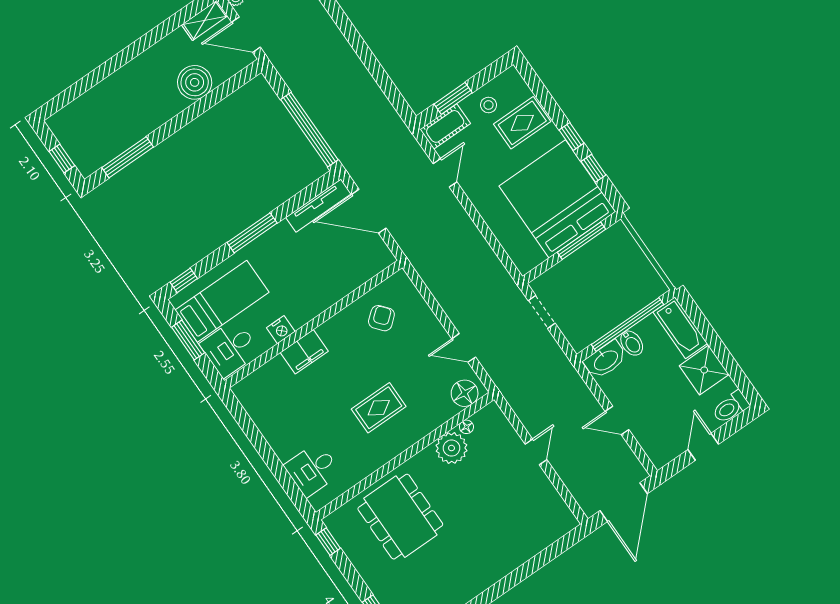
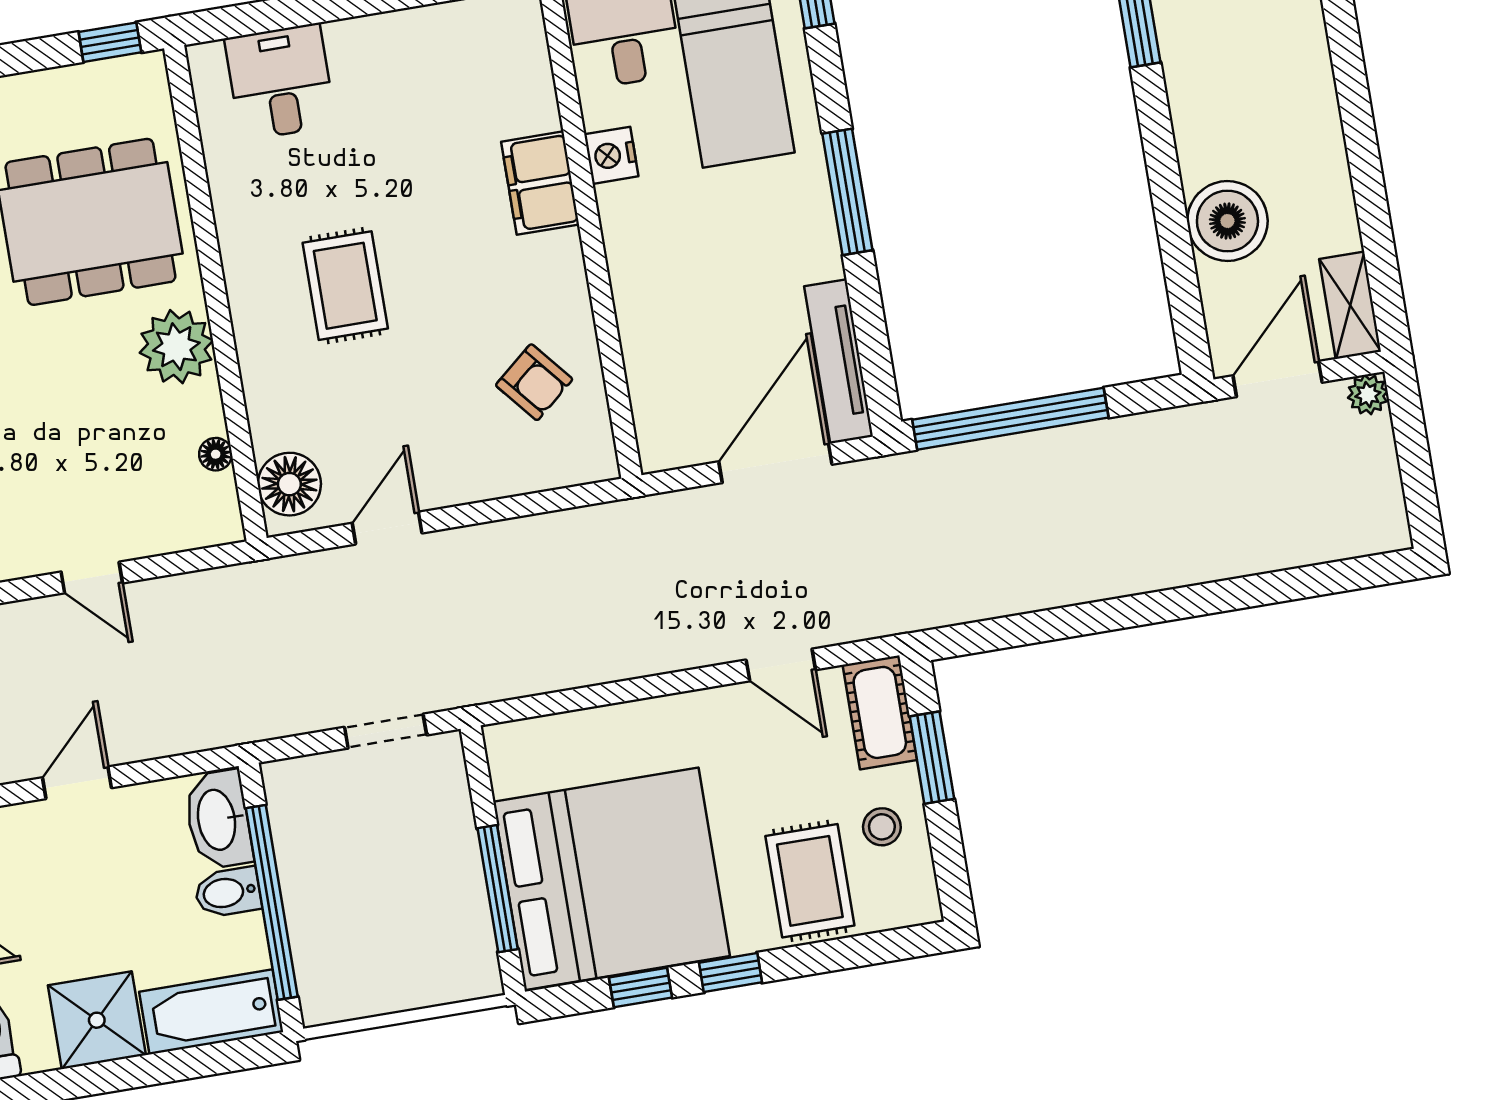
plant: (452, 448) -> (176, 347), moved

